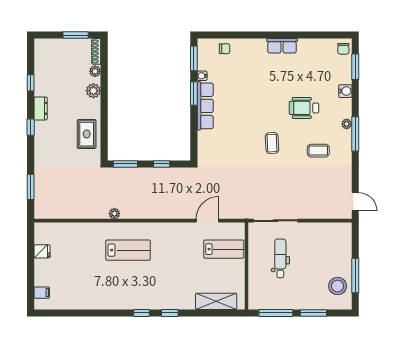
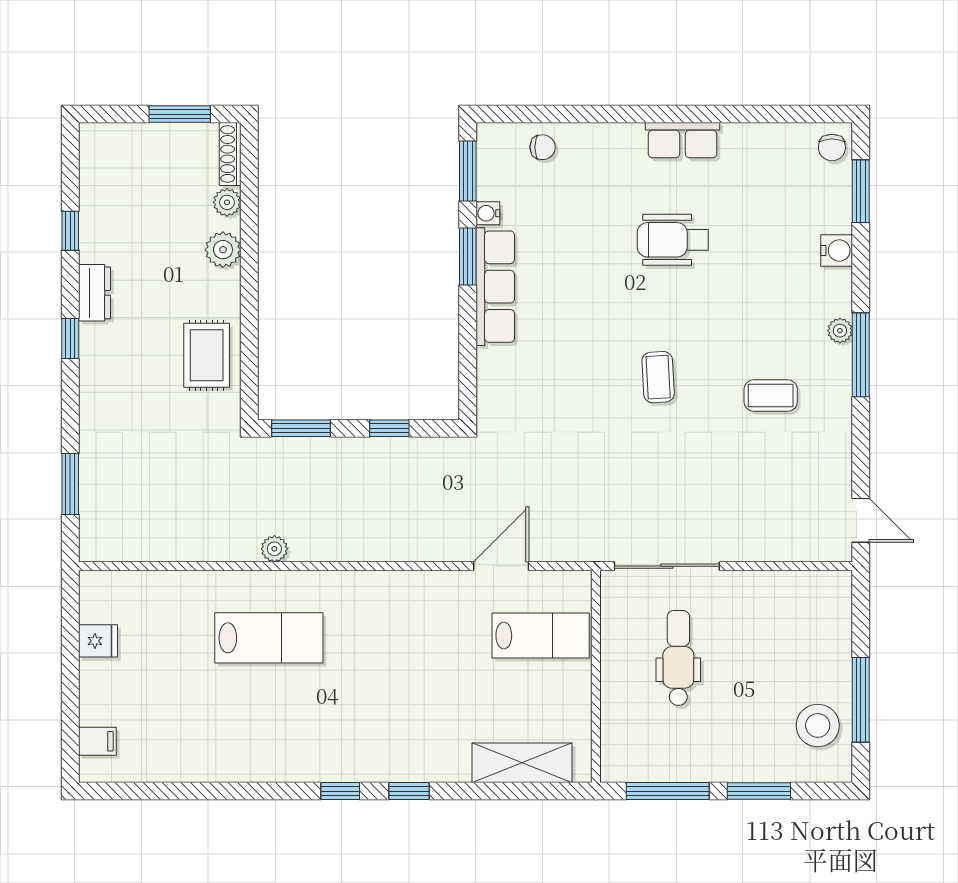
wheelchair: (304, 108) -> (673, 240), moved
lab bench: (128, 250) -> (269, 638), moved

